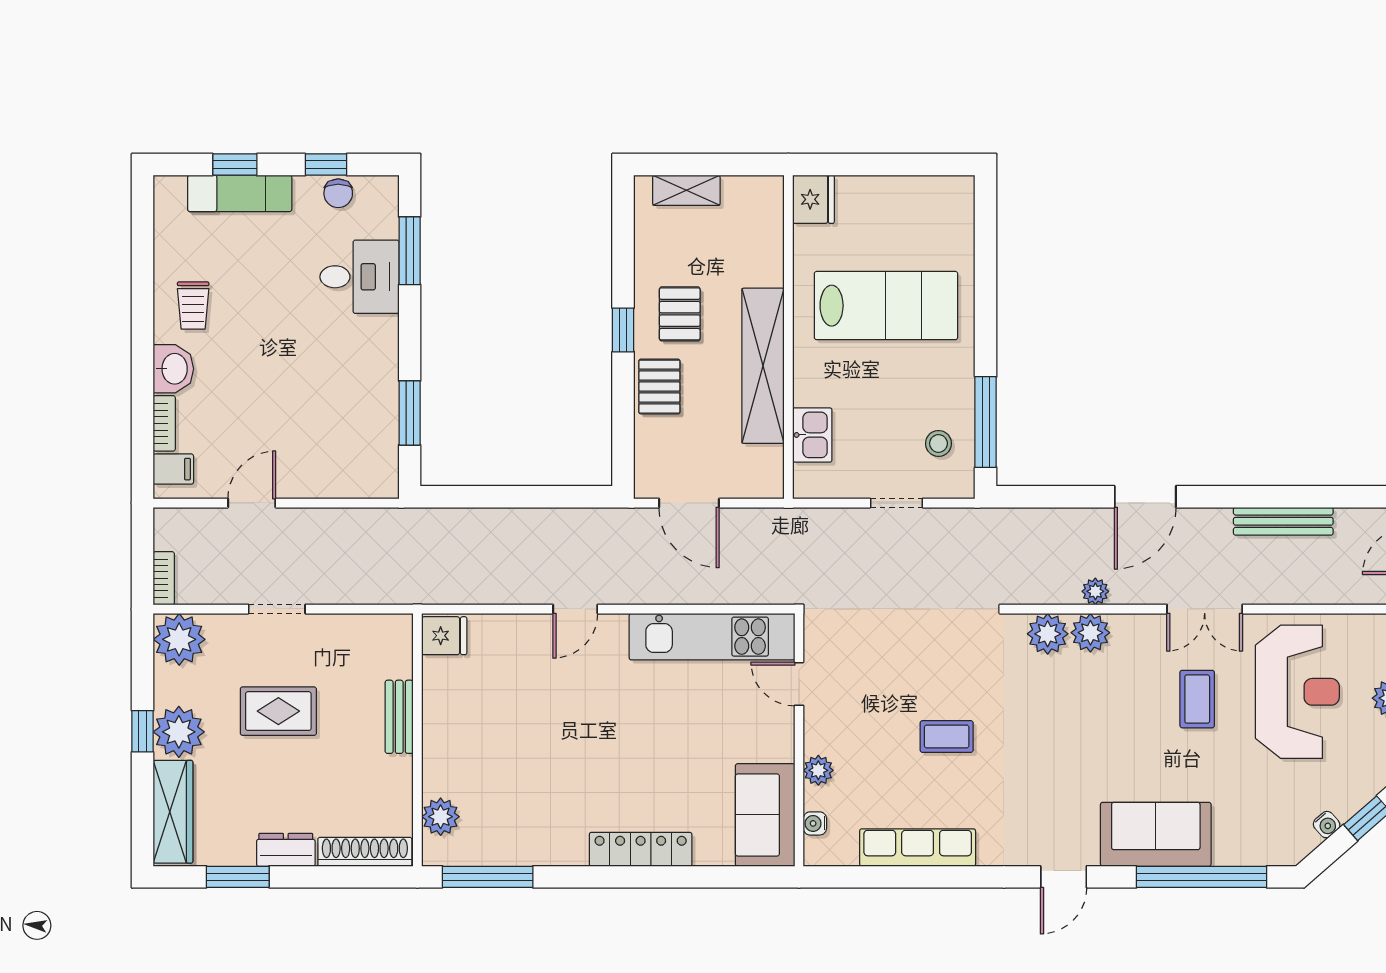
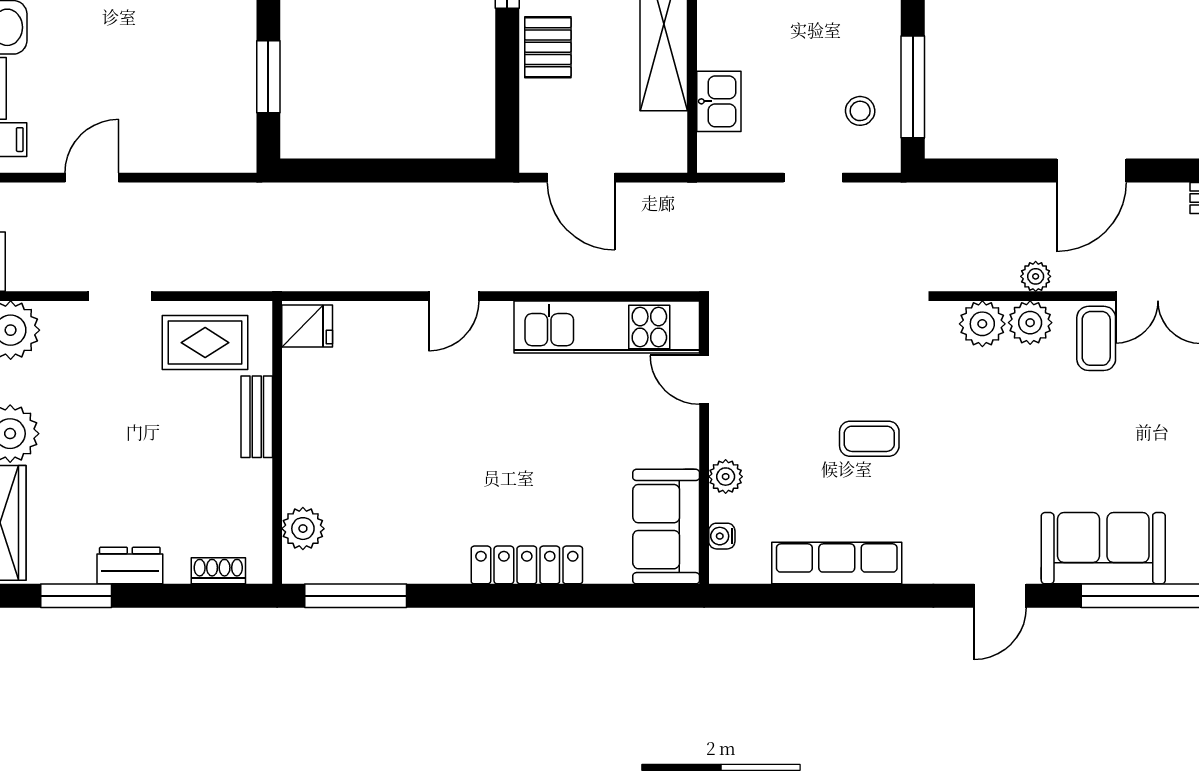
coffee table: (1197, 699) -> (1096, 338), moved
rug: (278, 711) -> (205, 343), moved
shoe rack: (365, 852) -> (218, 571), width x0.51, depth x0.81

